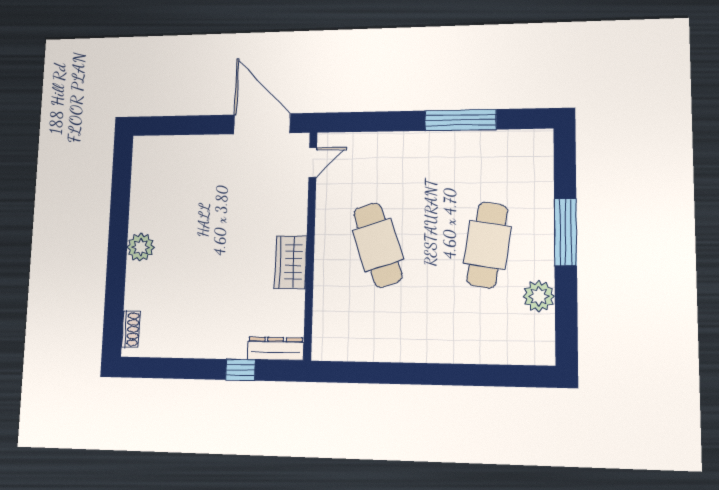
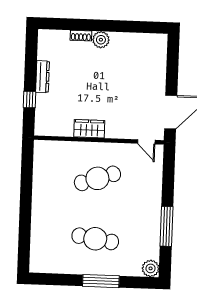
plant: (539, 296) -> (151, 268), moved
shoe rack: (131, 329) -> (81, 36), moved
dresser: (275, 349) -> (42, 77), moved

